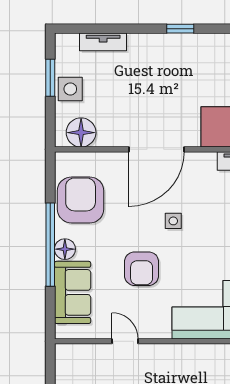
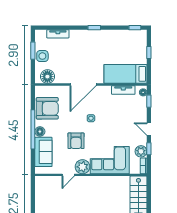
armchair: (81, 200) -> (47, 108), turned 90
plant: (155, 324) -> (82, 167), added
door: (125, 341) -> (68, 175), swing flipped

